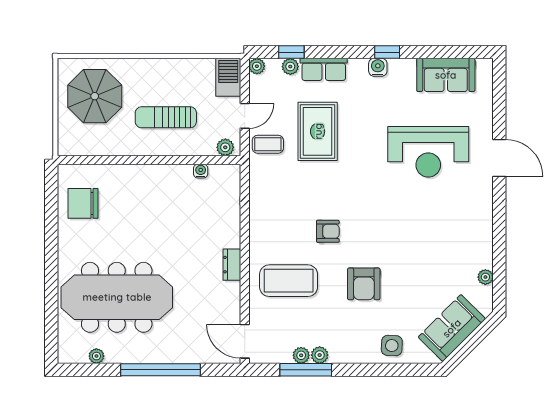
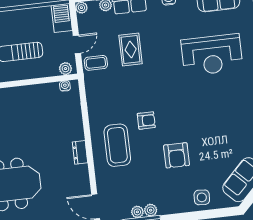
rug: (318, 131) -> (131, 50), width x0.73, depth x0.70
water cooler: (201, 171) -> (65, 86), moved
coffee table: (289, 281) -> (117, 145), moved, turned 90

